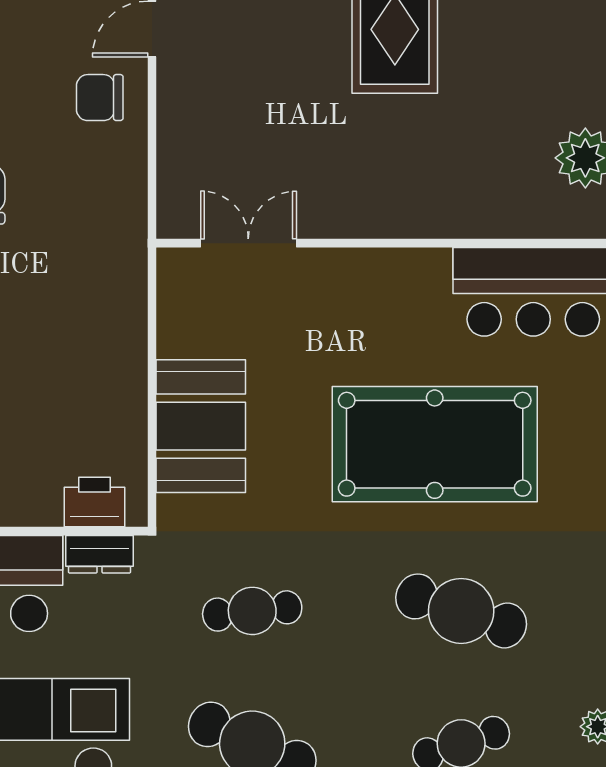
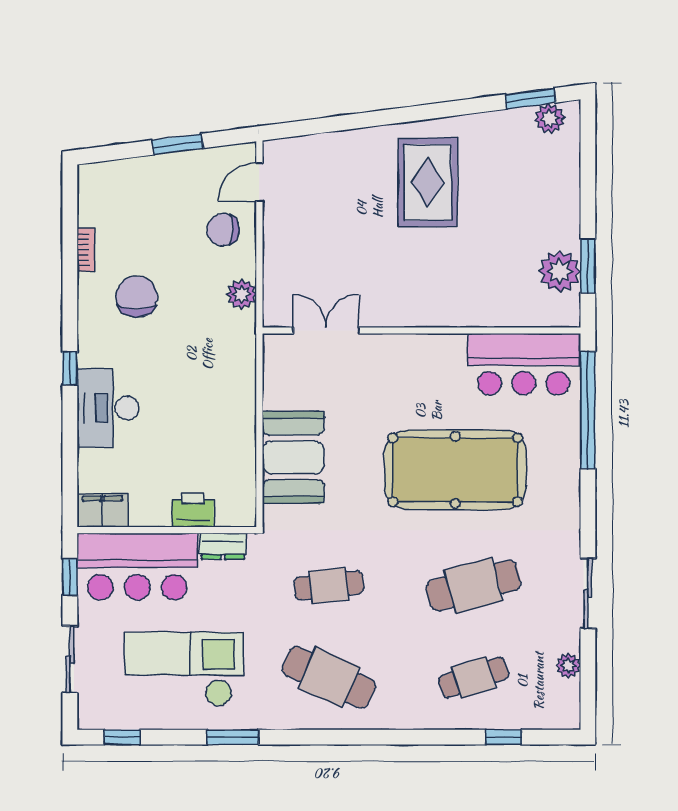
plant: (127, 191) -> (242, 294), added
printer: (95, 502) -> (193, 510), moved
cafe table: (461, 611) -> (474, 585), turned -33

